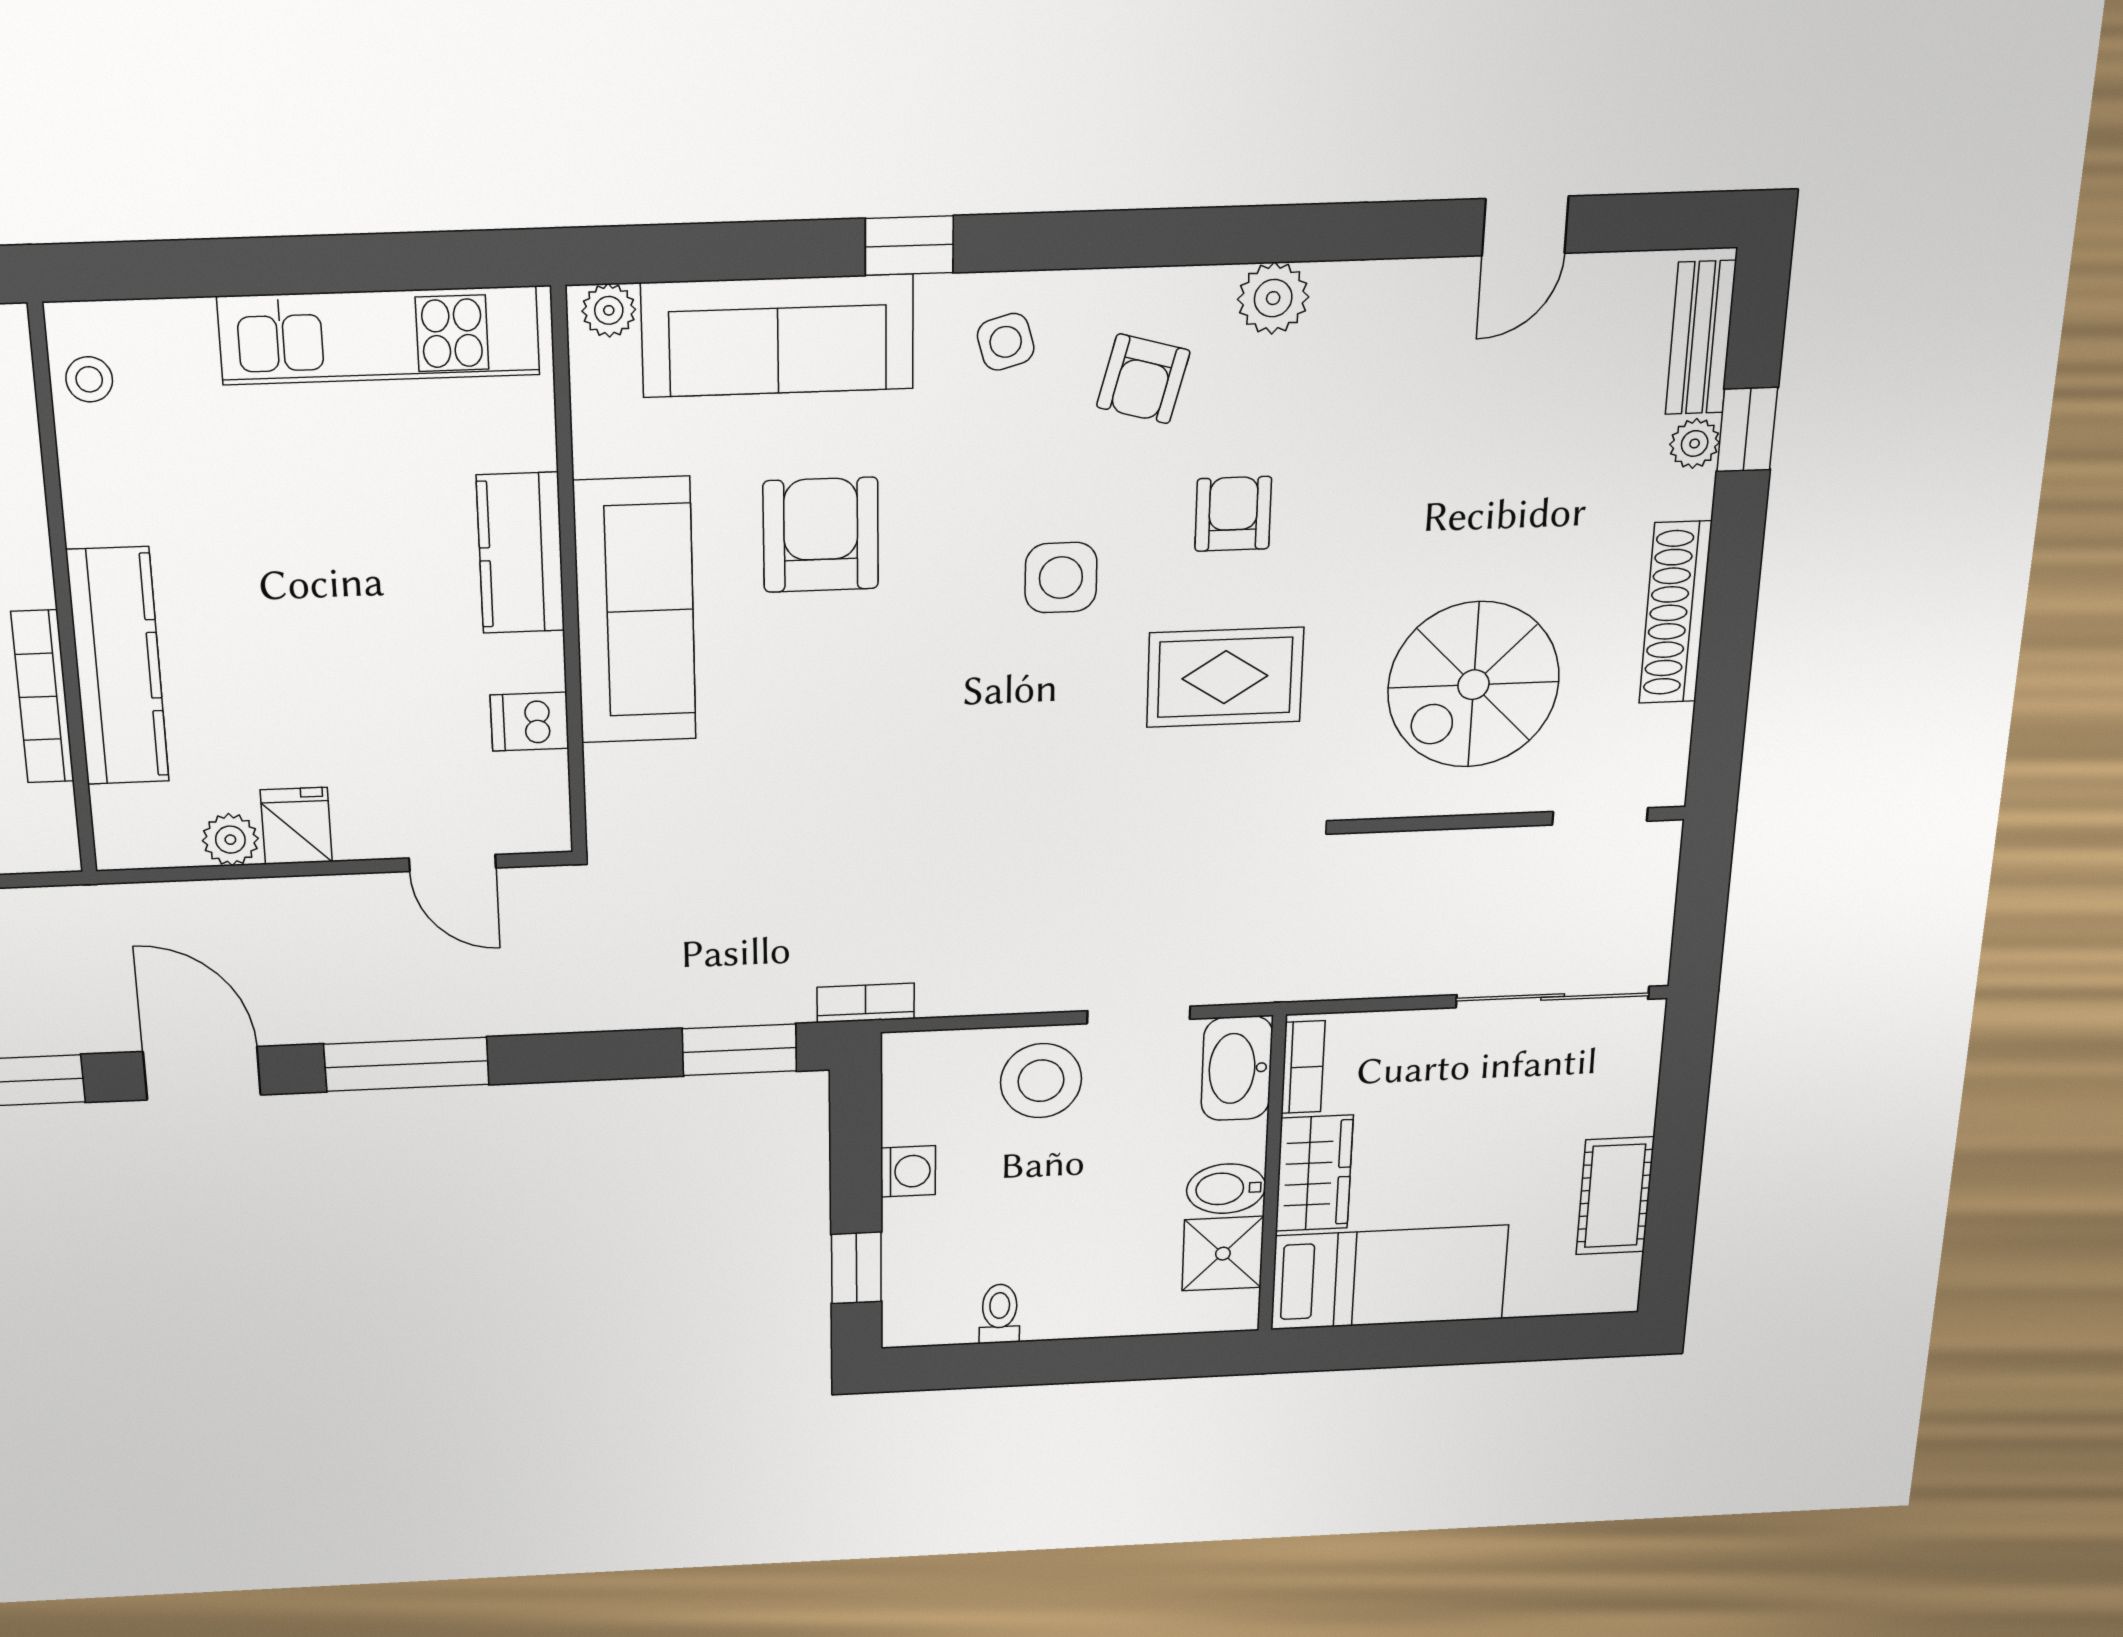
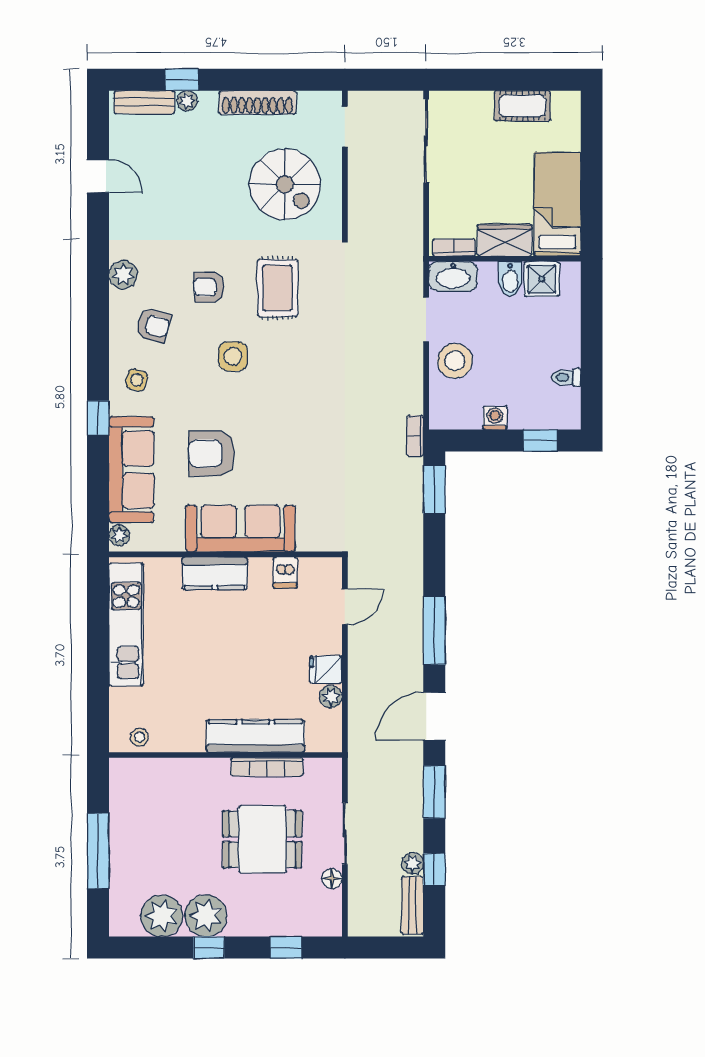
side table: (1006, 342) -> (137, 380), turned 33

